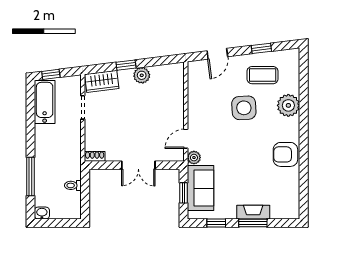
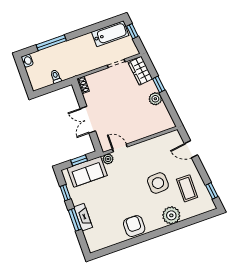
window: (261, 48) -> (212, 191), moved

